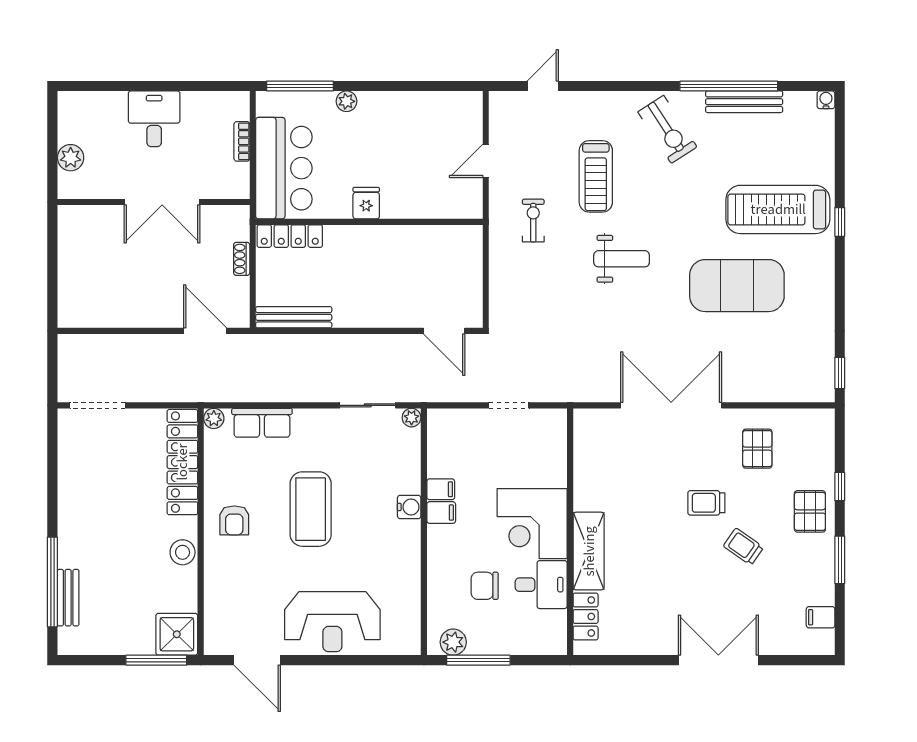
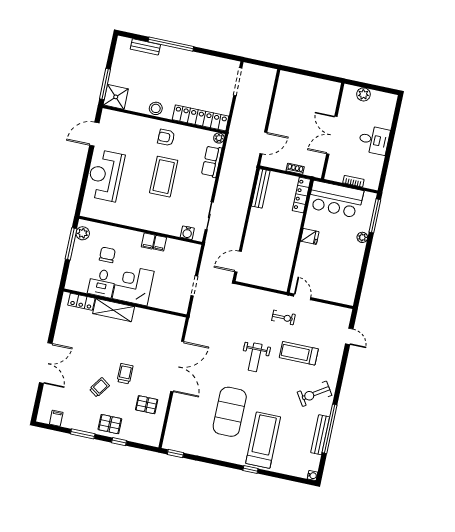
door: (486, 161) -> (302, 297), moved
plant: (412, 418) -> (198, 236), removed
water cooler: (409, 507) -> (187, 233), moved
coffee table: (311, 509) -> (164, 177), turned 90
window: (52, 582) -> (171, 44), moved

